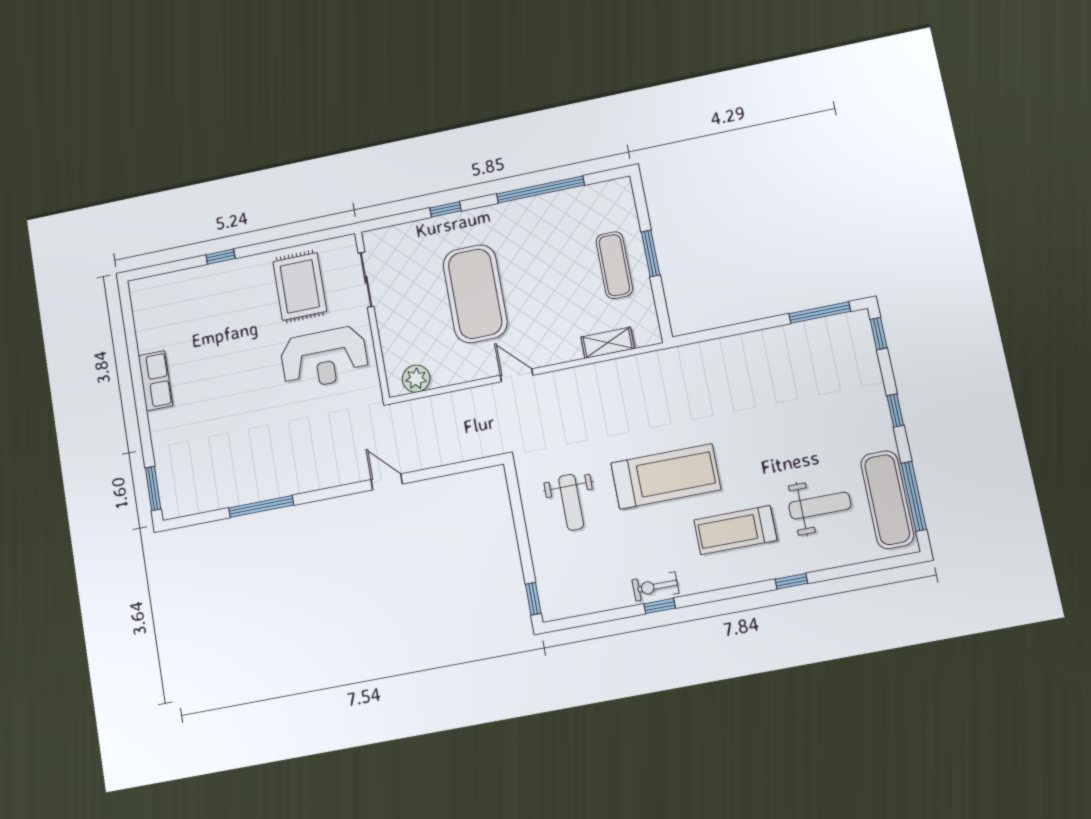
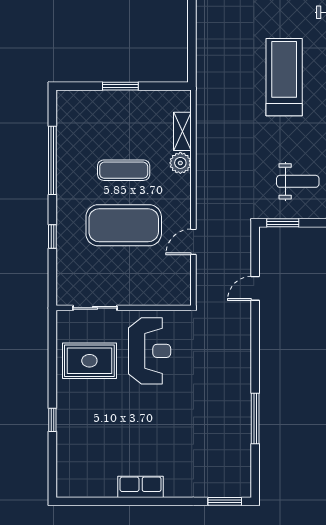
exercise mat: (614, 265) -> (124, 170), moved
door: (517, 375) -> (193, 242), moved
plant: (416, 379) -> (180, 163), moved
treadmill: (666, 476) -> (284, 77), moved
door: (387, 482) -> (255, 288), moved
window: (514, 493) -> (283, 223), added

